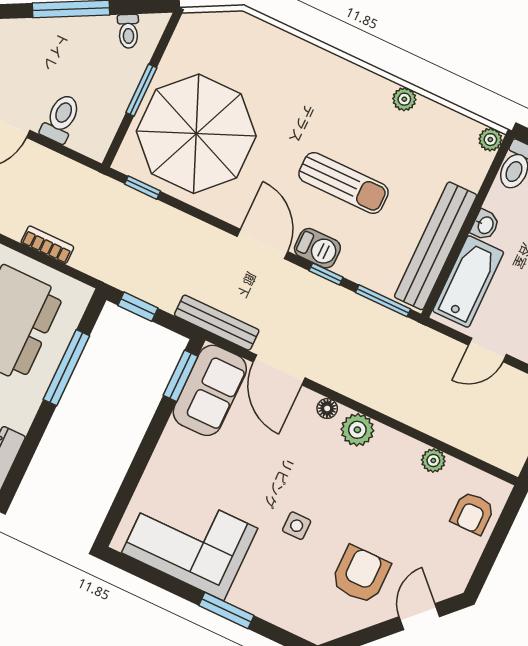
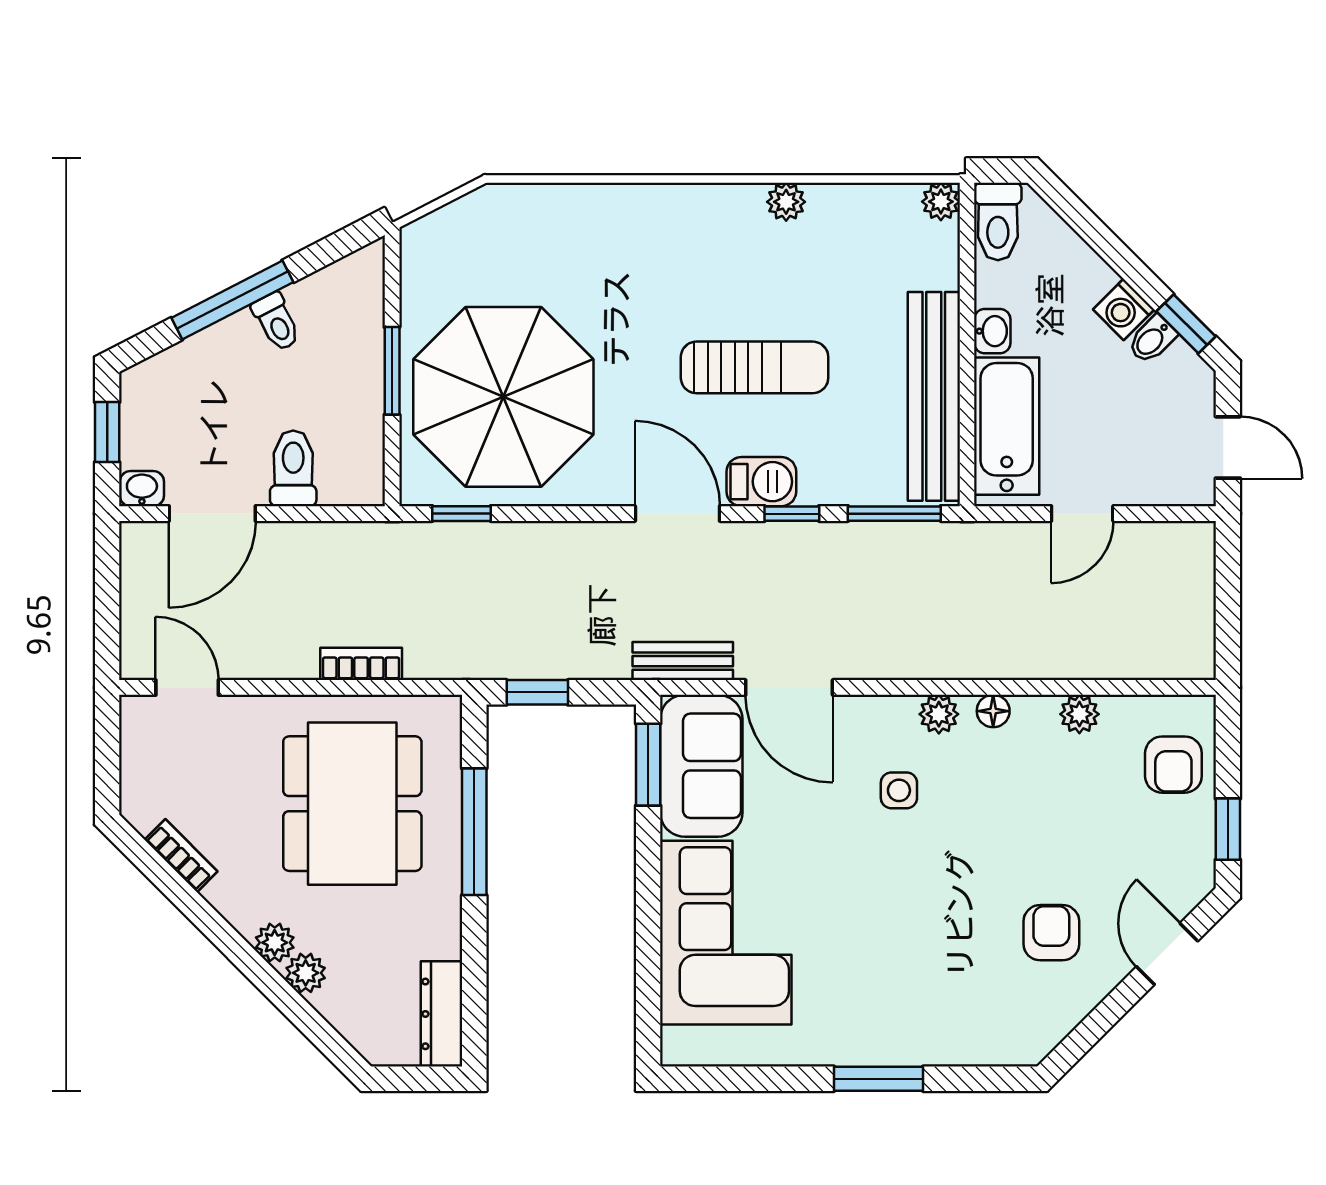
toilet: (128, 31) -> (276, 322), moved
bench: (217, 323) -> (683, 661), width x0.73
floor lamp: (327, 408) -> (993, 711), moved
plant: (357, 430) -> (939, 714), width x0.73, depth x0.73
side table: (297, 526) -> (899, 790), moved
corner sofa: (190, 541) -> (726, 933), moved, turned 90
window: (486, 563) -> (1228, 829), added
armchair: (361, 575) -> (1051, 933), width x0.72, depth x0.72

